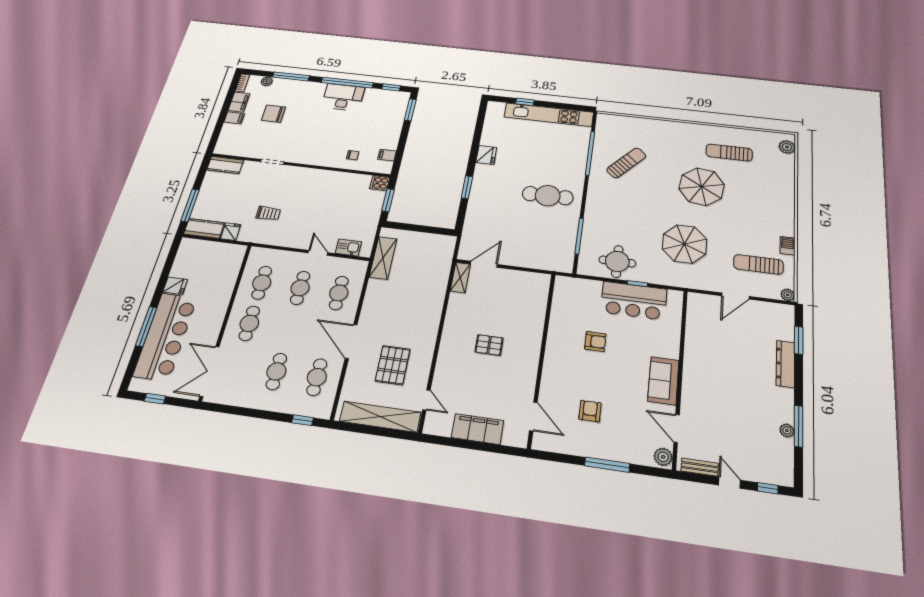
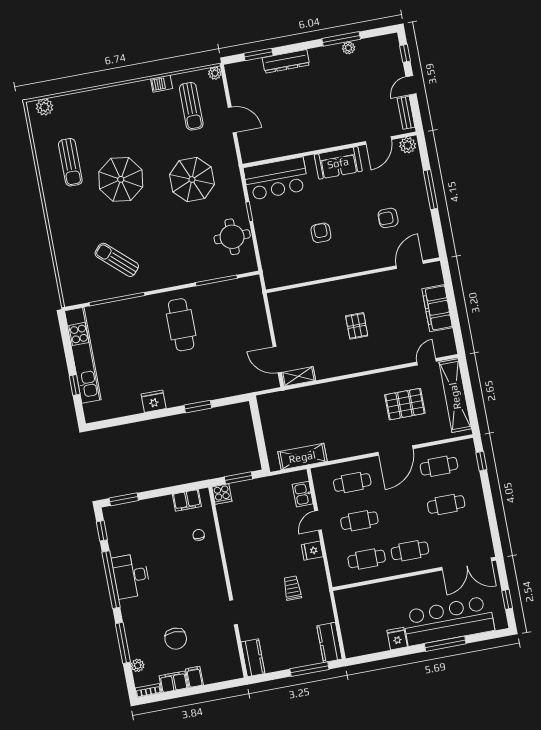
filing cabinet: (387, 155) -> (187, 500), width x2.00
fridge: (231, 232) -> (312, 551), moved
bar counter: (634, 301) -> (276, 179), moved, turned 90

